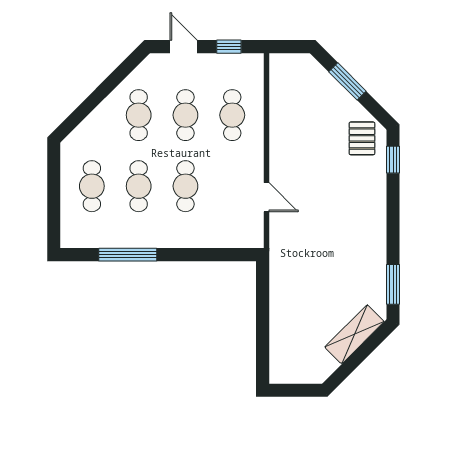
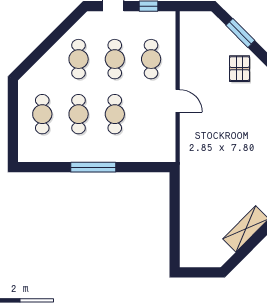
pallet: (362, 138) -> (240, 69), moved
door: (266, 197) -> (178, 101), moved
window: (128, 255) -> (93, 167), moved

